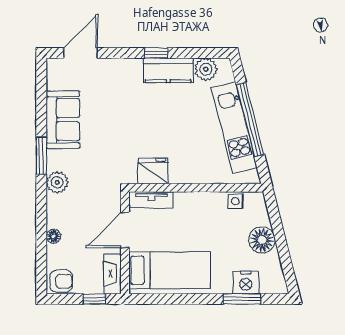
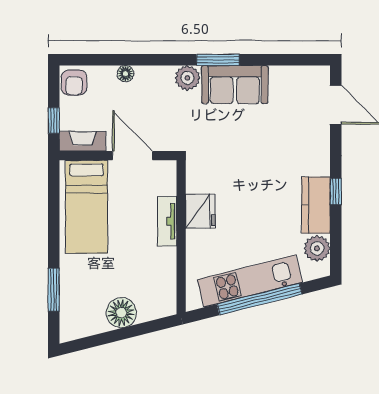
sofa: (63, 120) -> (235, 85), moved
fridge: (153, 171) -> (200, 211), moved
tv unit: (151, 200) -> (167, 221), moved
side table: (235, 201) -> (166, 282), removed
nightstand: (246, 282) -> (73, 294), removed

